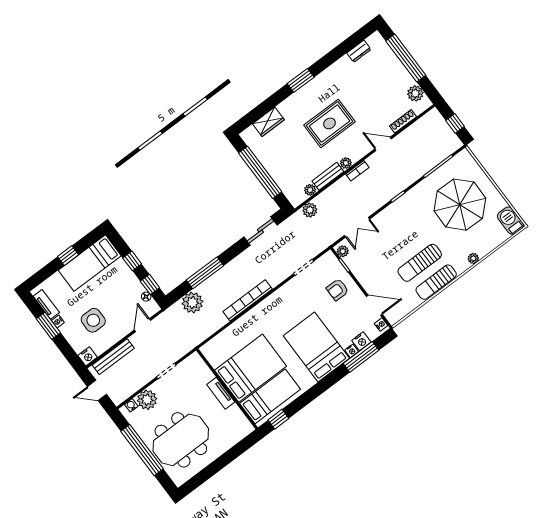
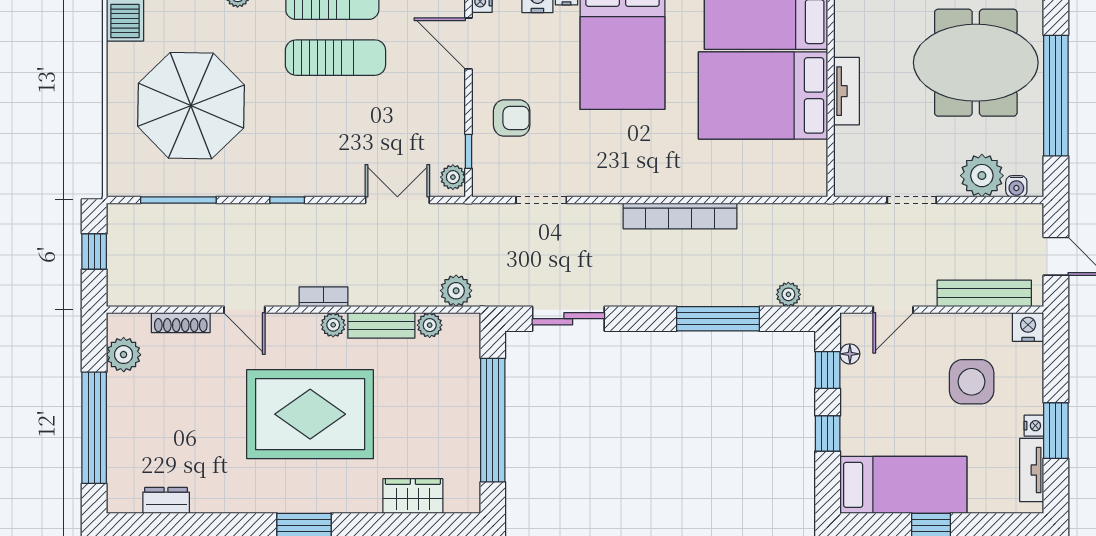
rug: (329, 123) -> (310, 414), width x1.37, depth x1.44
plant: (192, 303) -> (788, 294), width x0.53, depth x0.53

